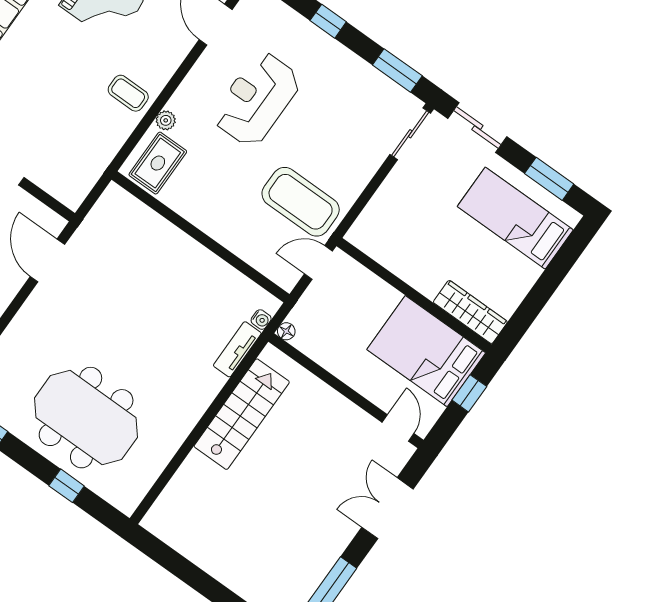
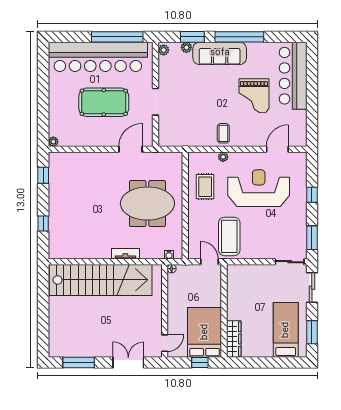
reception desk: (257, 99) -> (259, 188), width x1.36, depth x1.30
rug: (158, 163) -> (205, 187), moved, turned 90
tv unit: (237, 349) -> (125, 254), moved
stairs: (242, 414) -> (101, 280), width x1.86, depth x1.51
meeting table: (86, 418) -> (147, 204), moved, turned 90

